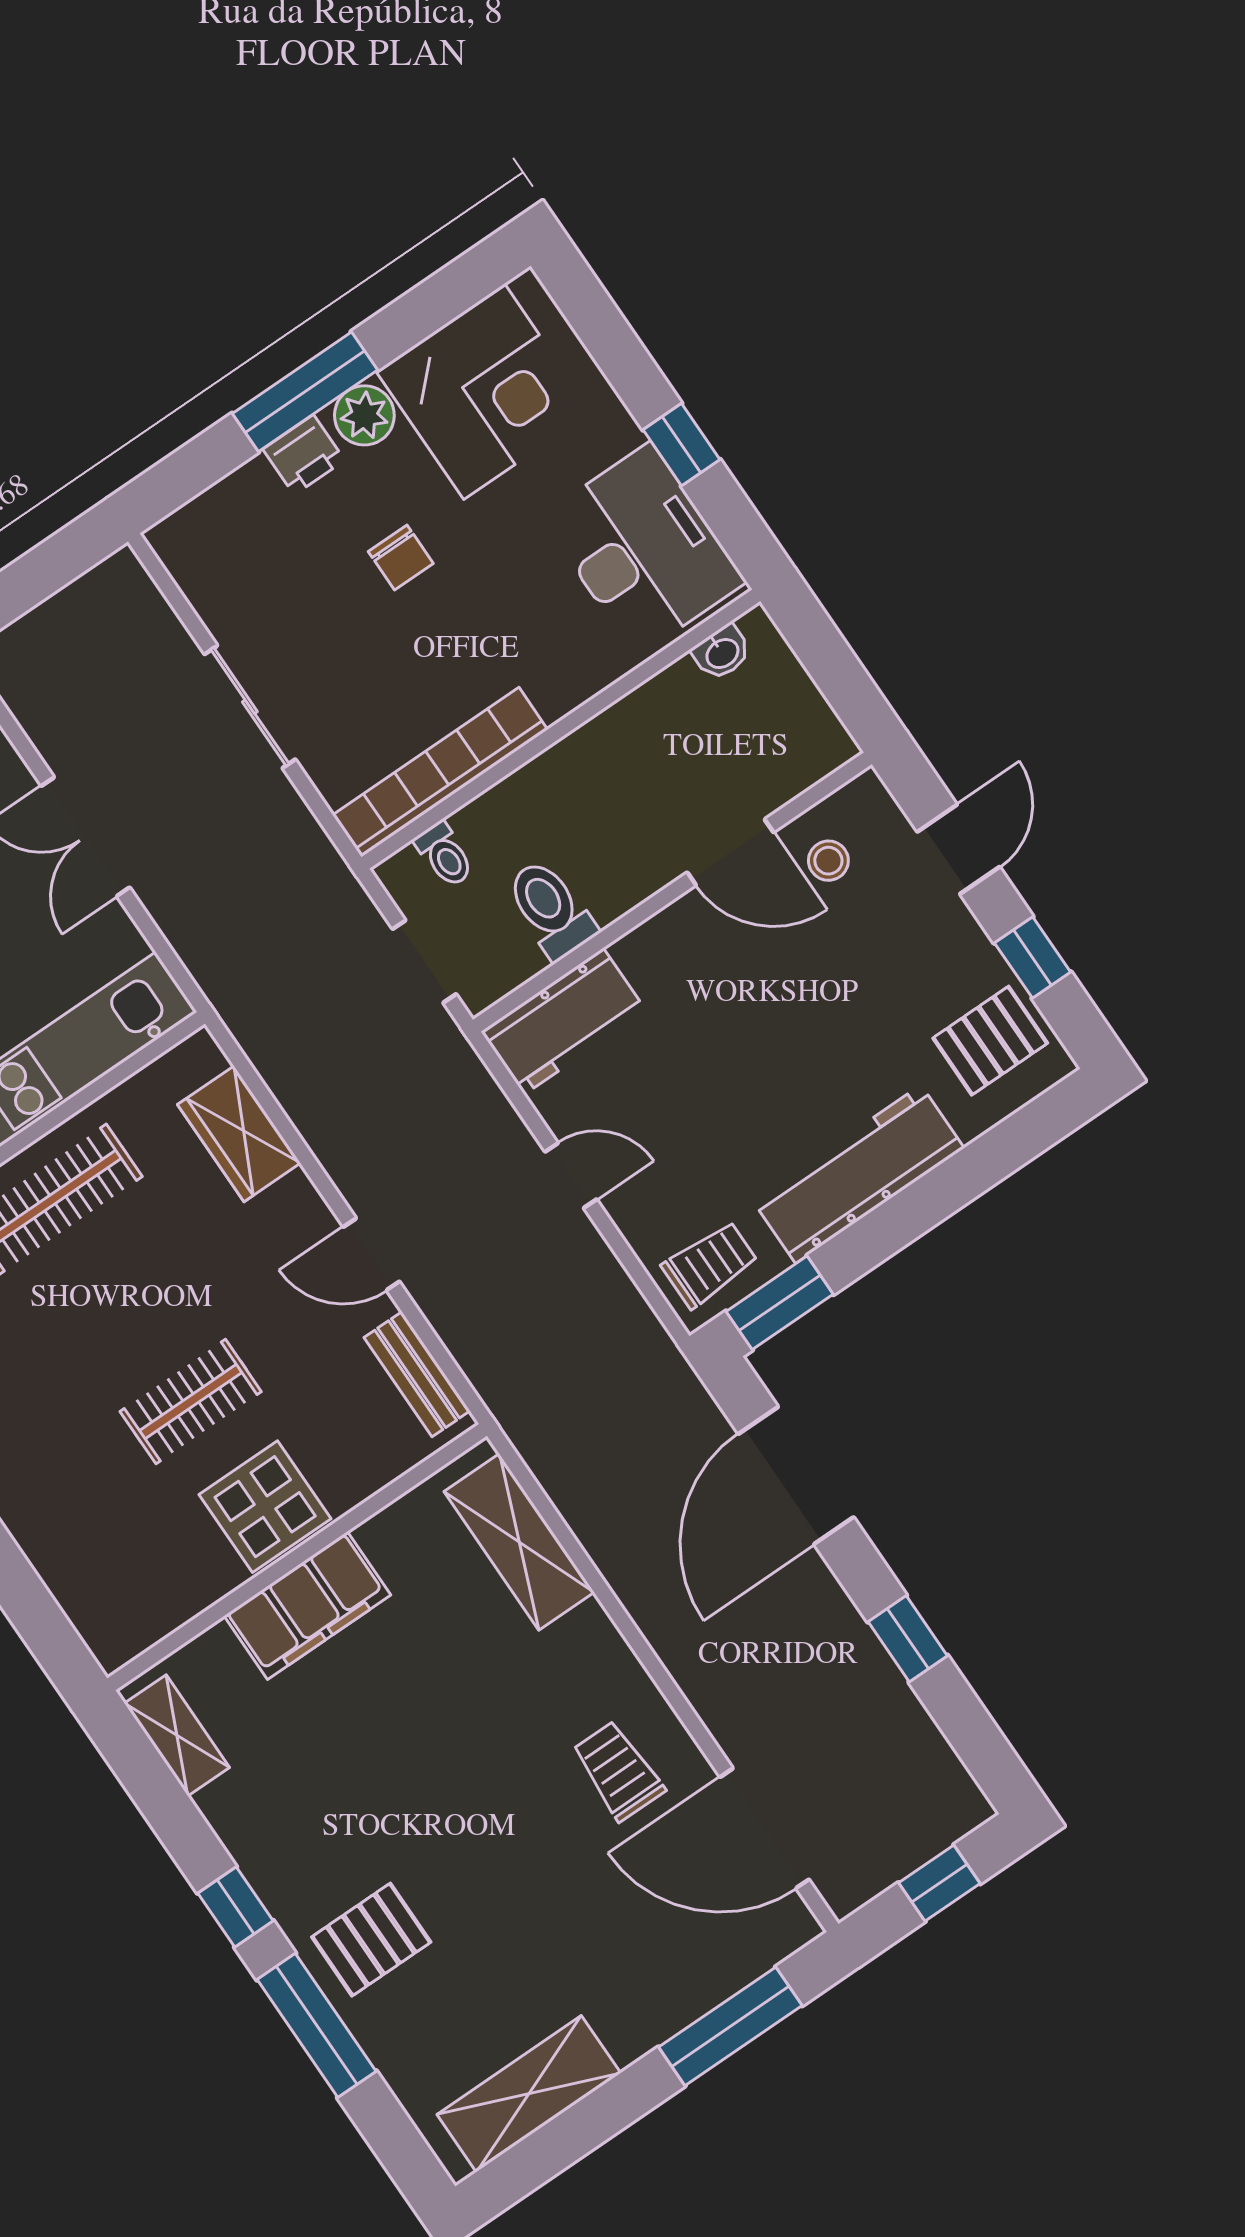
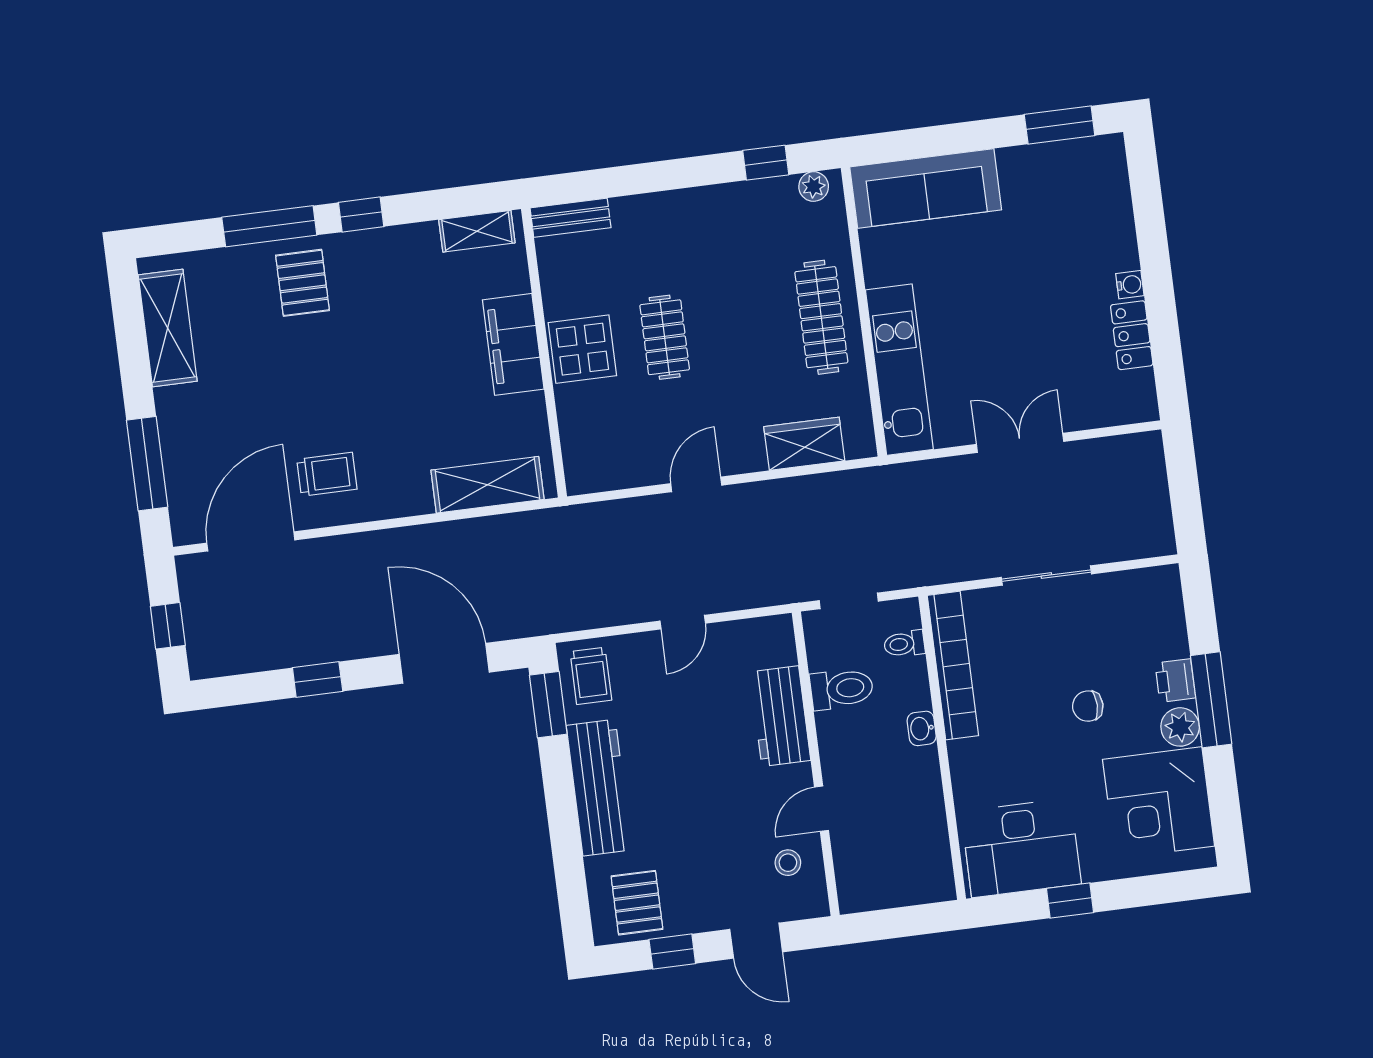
washbasin: (722, 652) -> (922, 728), moved
door: (730, 852) -> (822, 809), width x0.73
workbench: (564, 1021) -> (780, 716), moved
bench: (417, 1374) -> (570, 218), moved

